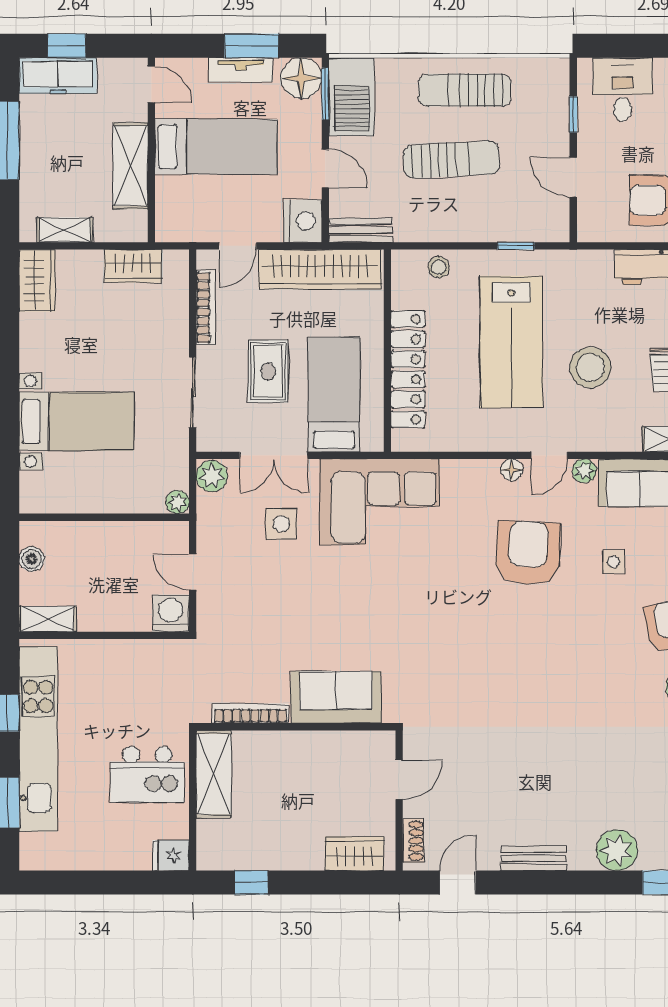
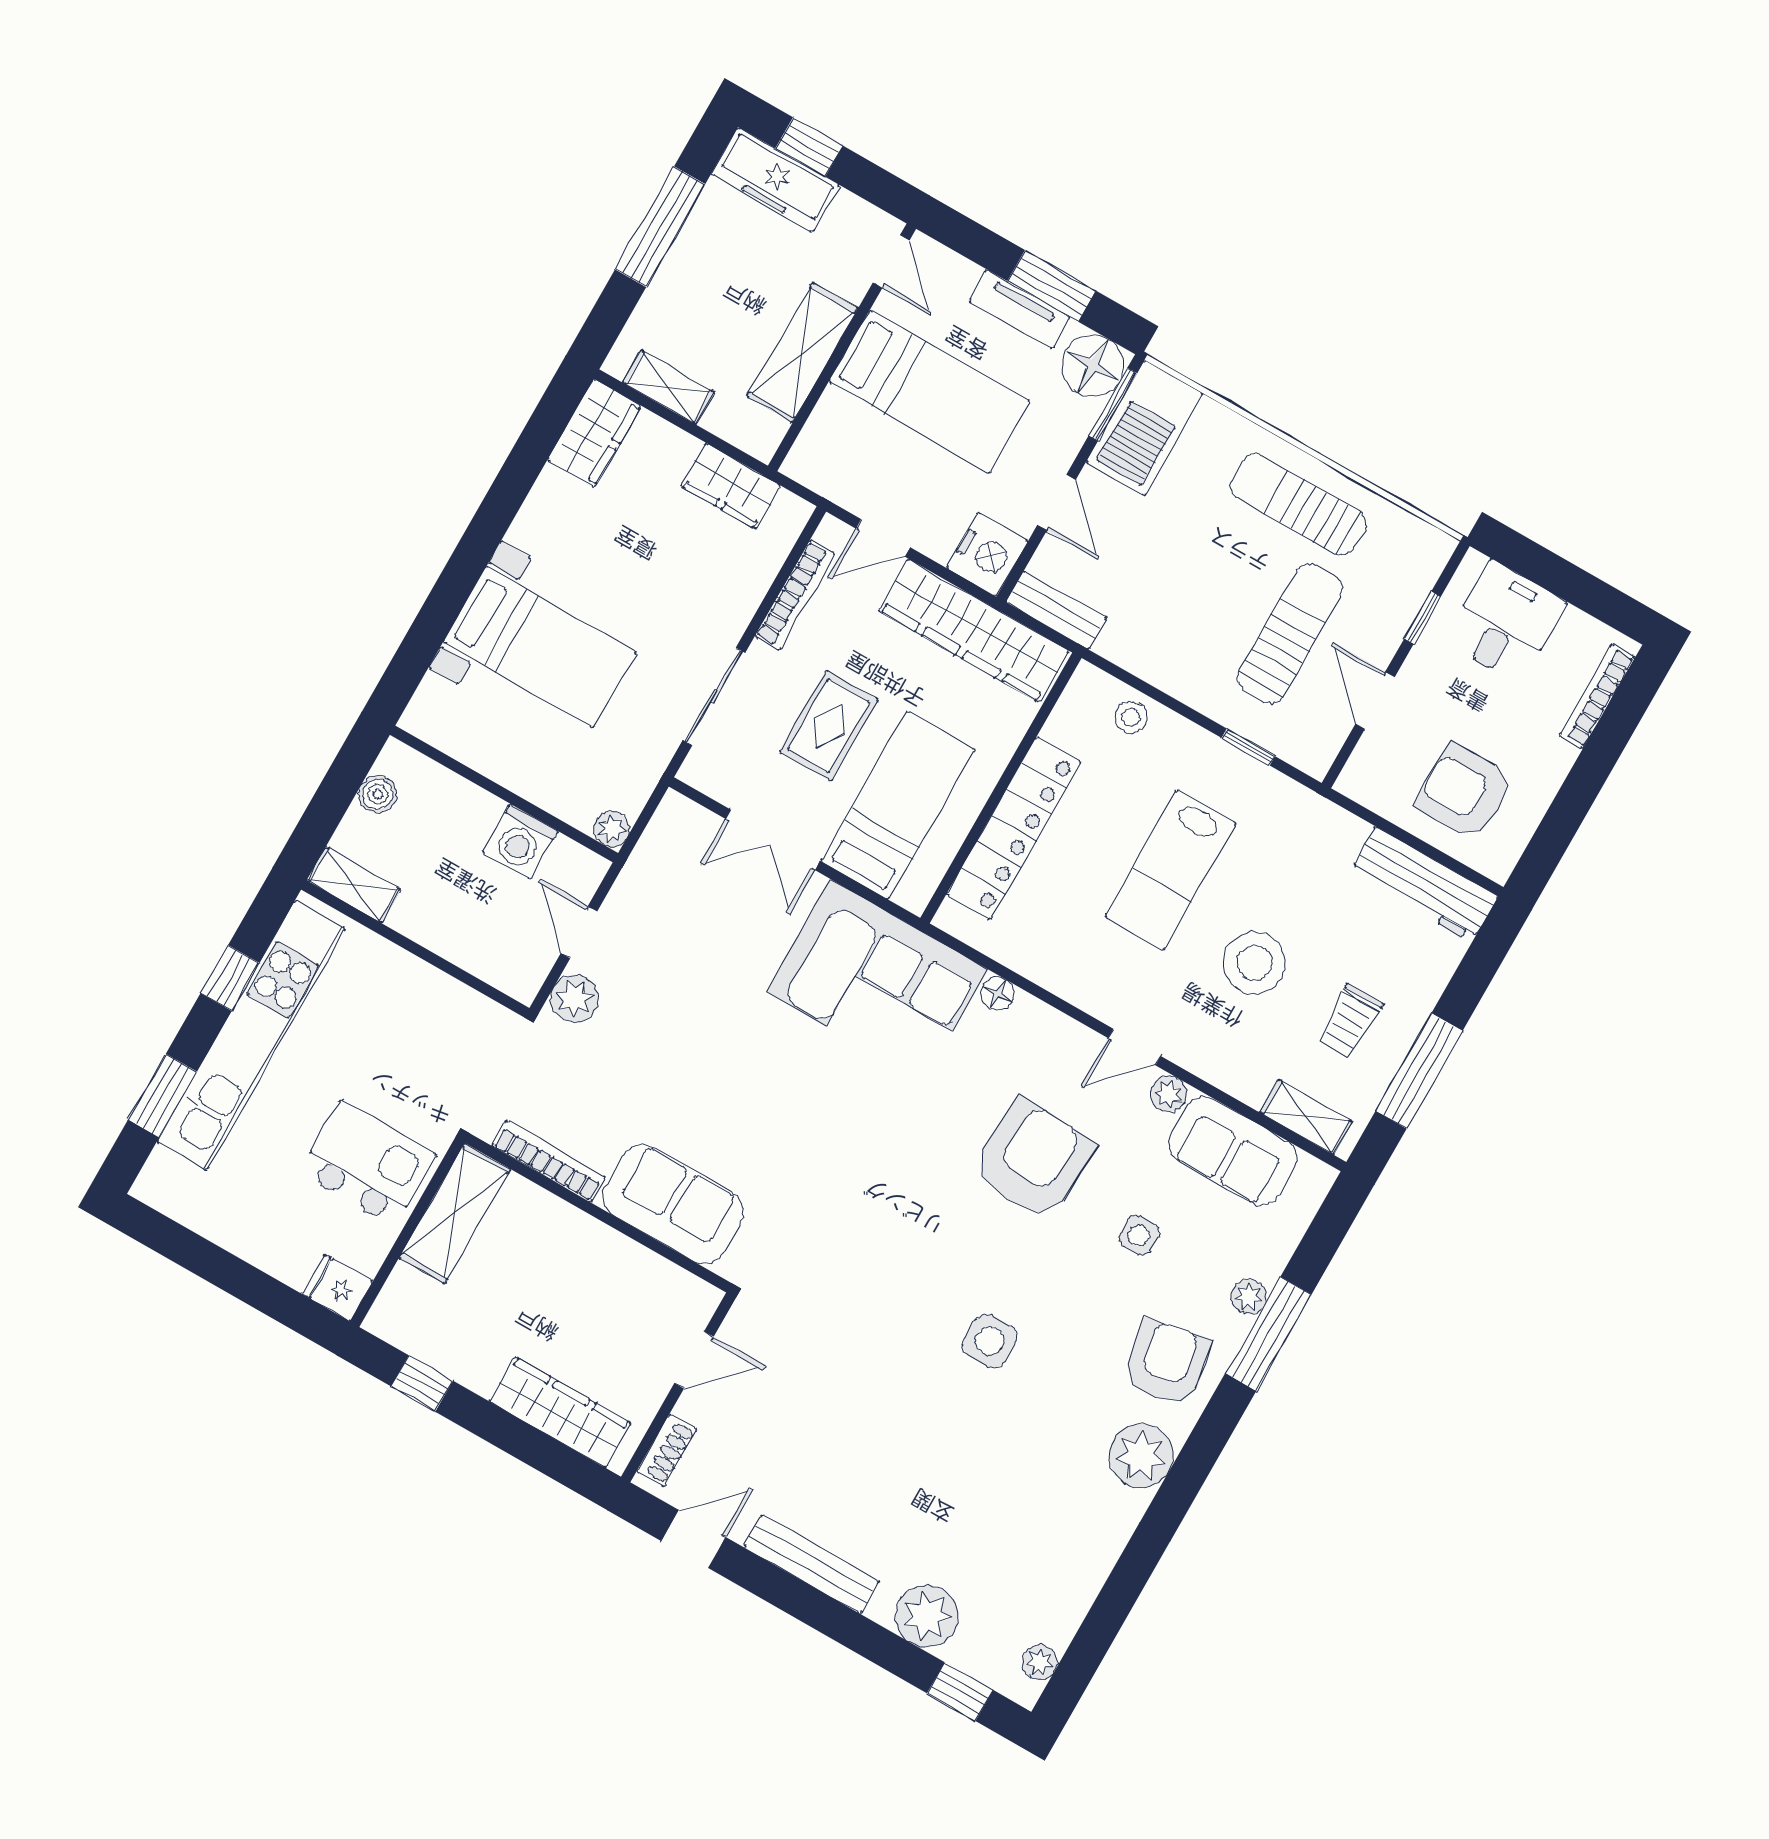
sun lounger: (451, 160) -> (1290, 633), moved, turned -87
lab bench: (511, 342) -> (1170, 870), width x0.73, depth x0.72
floor lamp: (512, 470) -> (998, 994), moved
plant: (212, 476) -> (574, 998), moved
side table: (282, 524) -> (990, 1341), moved
washing machine: (171, 613) -> (520, 842), moved, turned 180
kitchen island: (147, 774) -> (367, 1164), turned 180
wardrobe: (354, 854) -> (560, 1412), width x1.50
bench: (534, 858) -> (811, 1564), width x1.36

